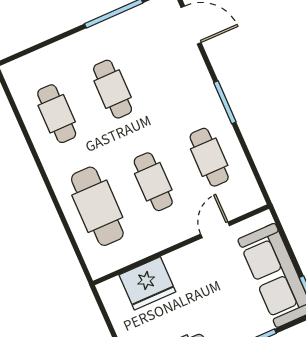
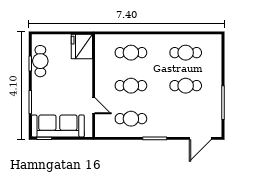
cafe table: (97, 206) -> (131, 53), width x0.73, depth x0.74
fridge: (147, 283) -> (82, 47), moved

